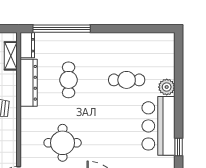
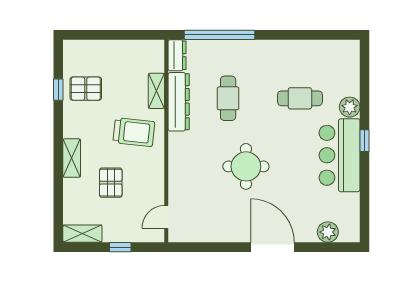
shelving: (11, 56) -> (156, 91), moved
round table: (63, 143) -> (246, 166), moved
window: (179, 147) -> (364, 141), moved

